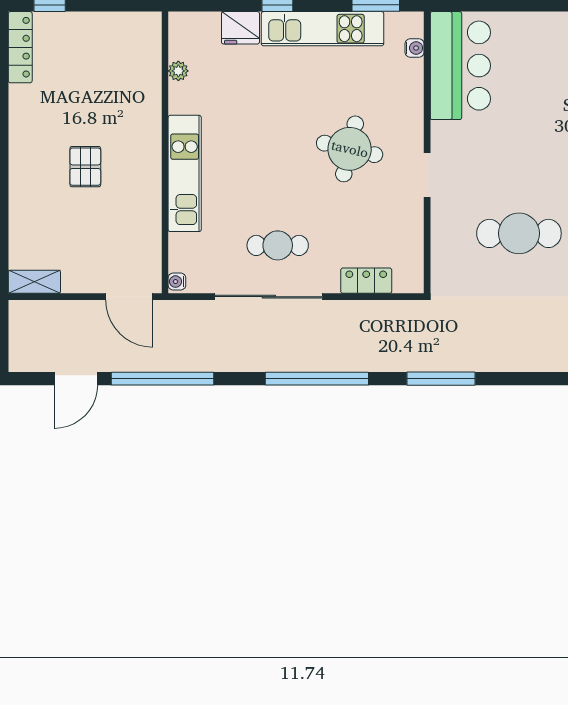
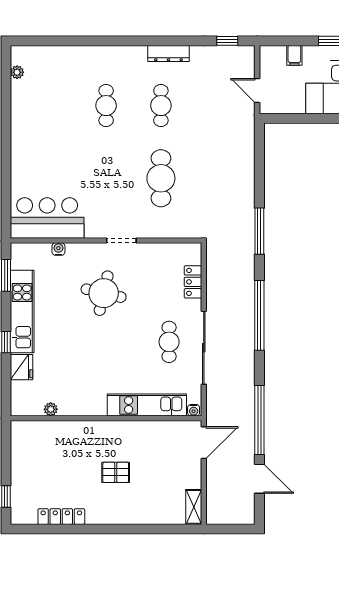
locker: (20, 47) -> (61, 517), moved
water cooler: (415, 48) -> (58, 249), moved
kitchen unit: (185, 173) -> (147, 405), moved

